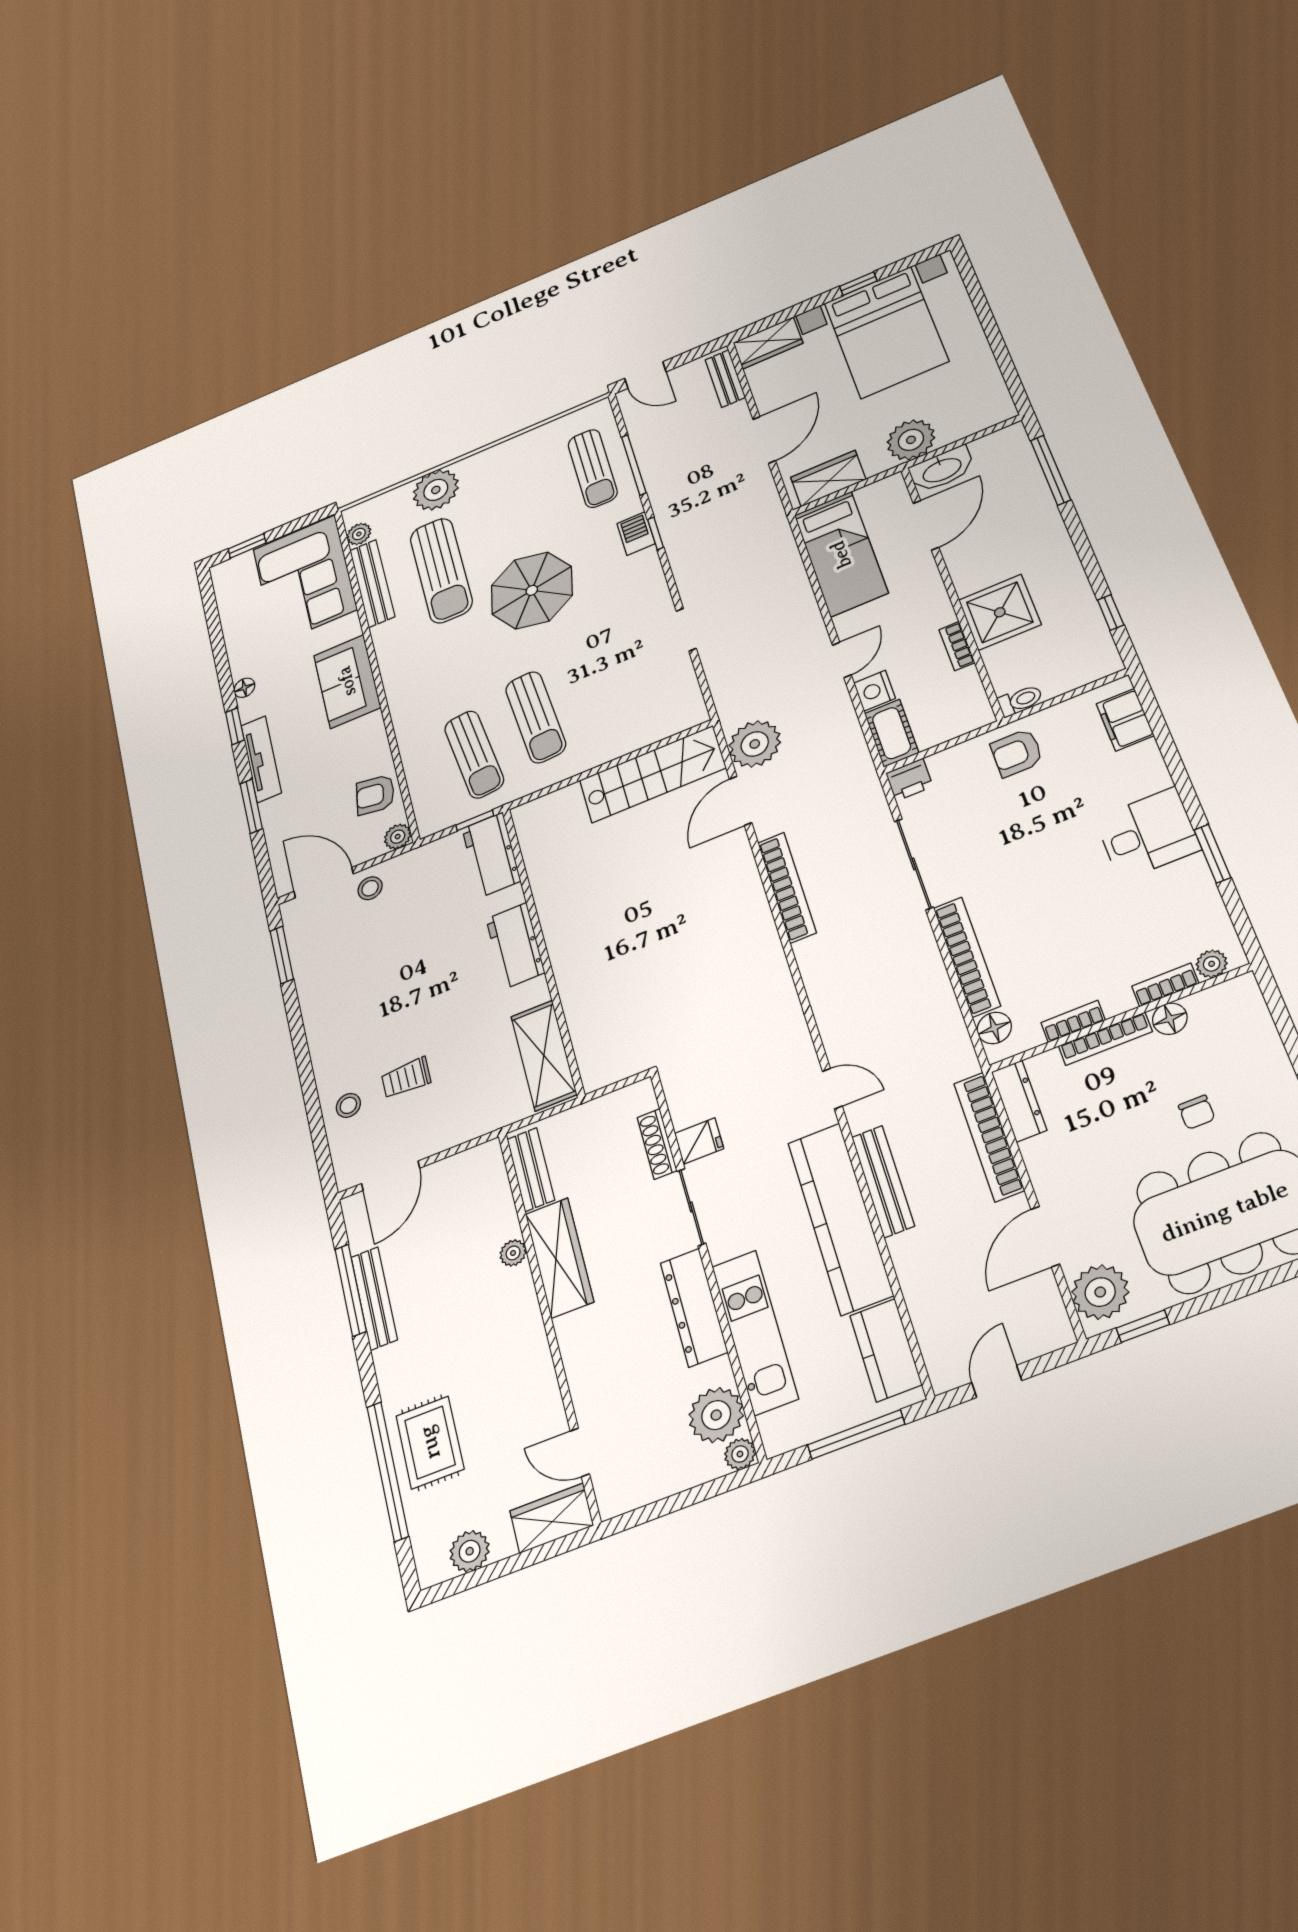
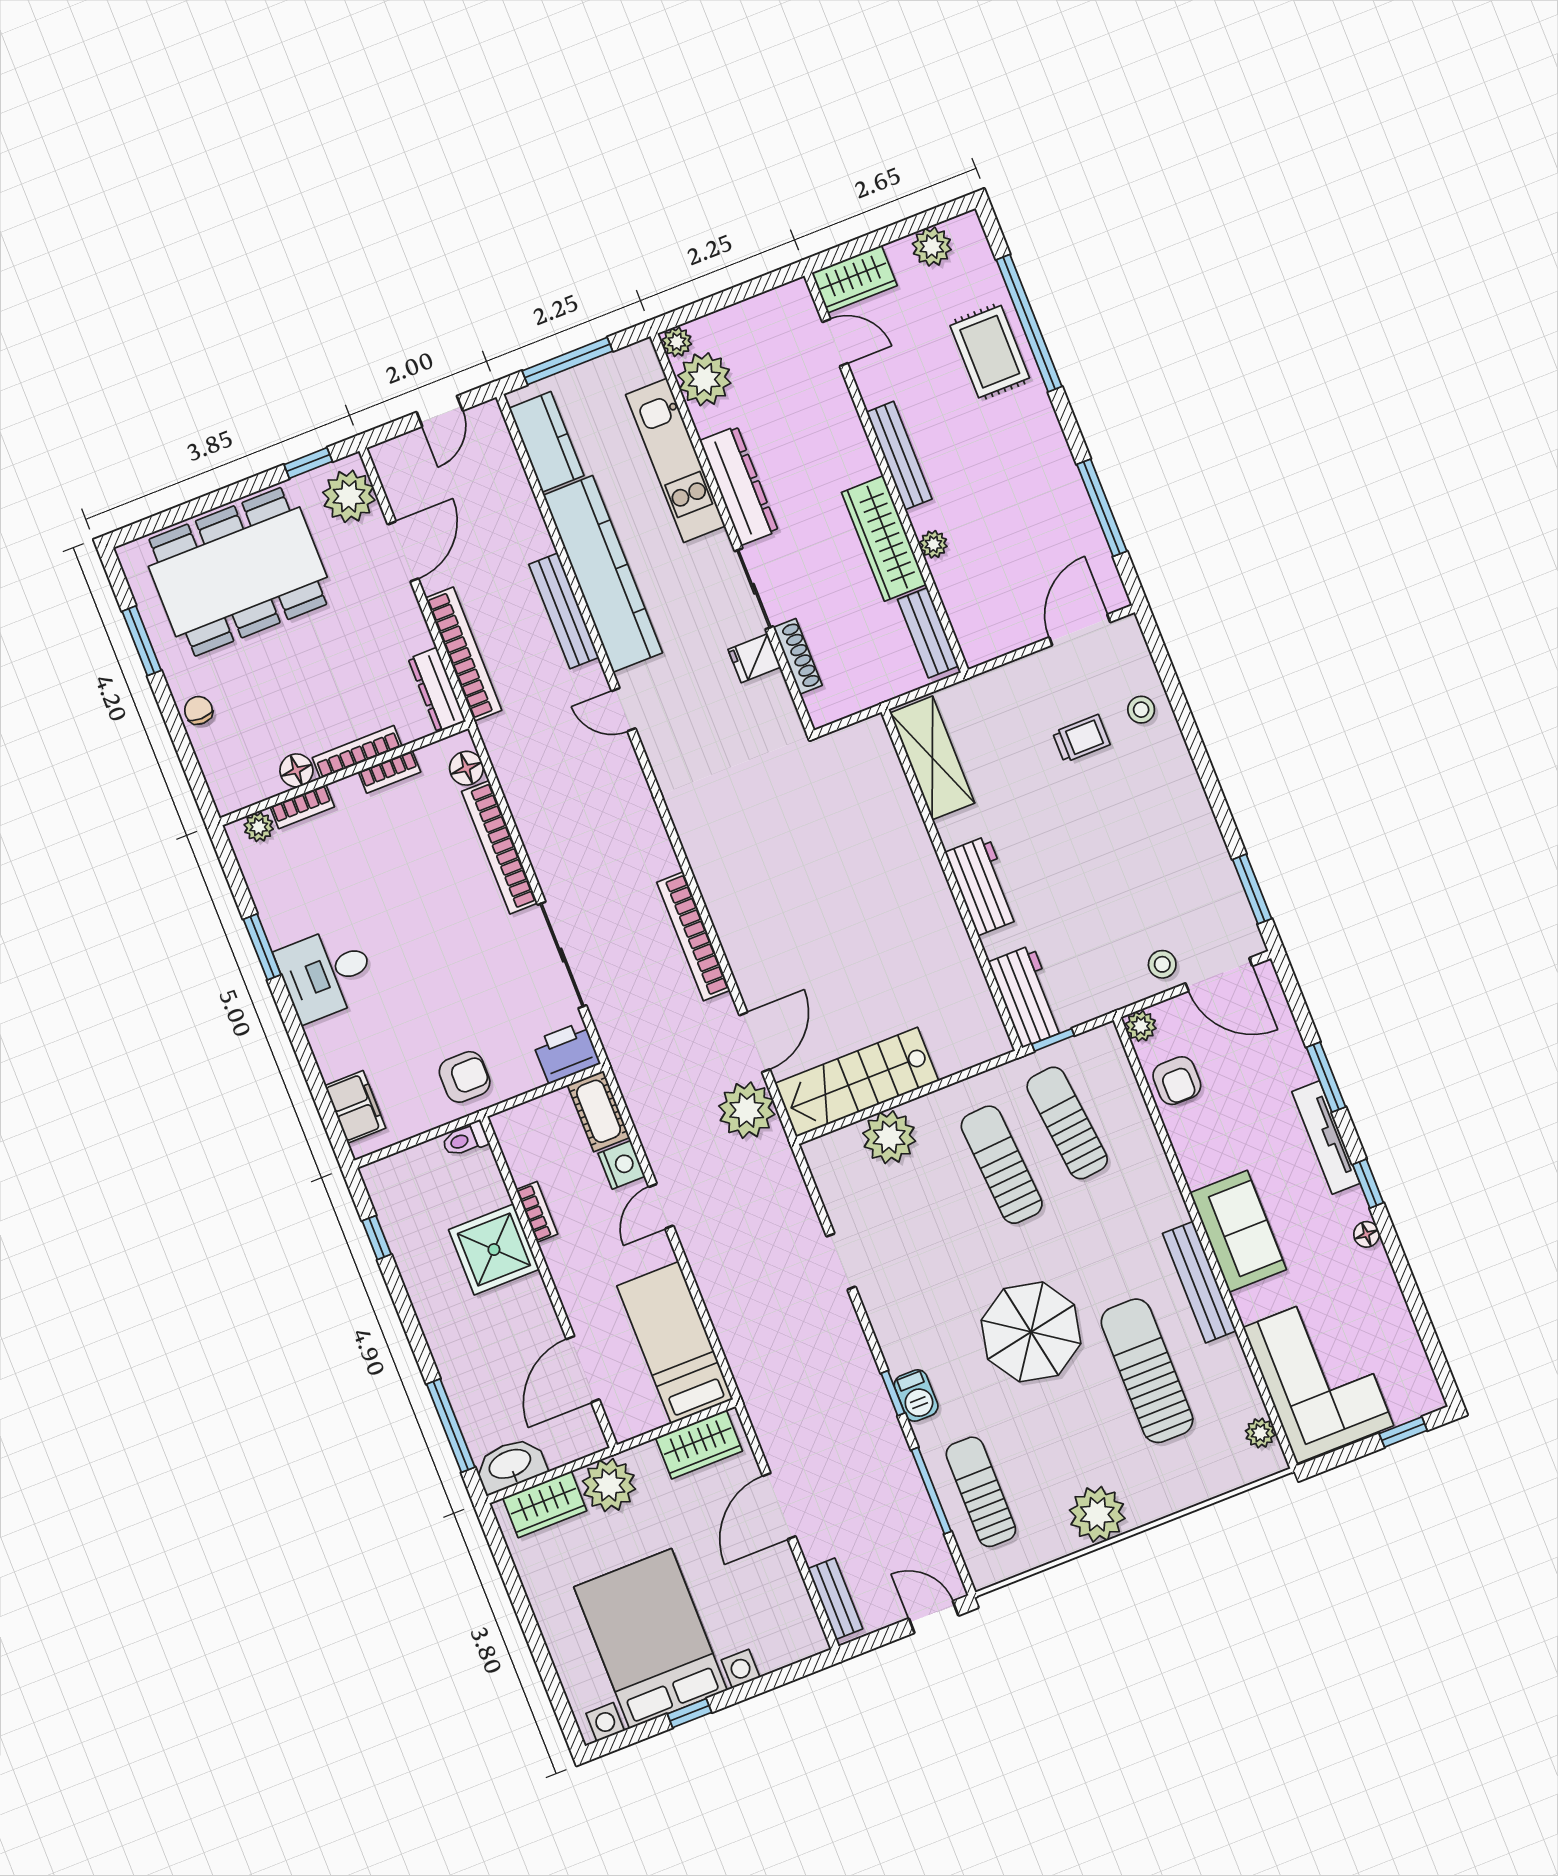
wardrobe: (768, 343) -> (545, 1504), moved, turned 180
washbasin: (942, 469) -> (510, 1465), moved
plant: (436, 490) -> (1097, 1514), moved
bench: (372, 583) -> (1199, 1282), moved
plant: (630, 732) -> (889, 1137), added
printer: (909, 780) -> (566, 1052), width x1.36, depth x1.24
armchair: (375, 795) -> (1177, 1081), turned 81
chair: (1197, 1112) -> (198, 710), moved
bench: (374, 1298) -> (899, 456), moved

